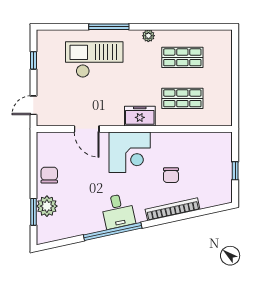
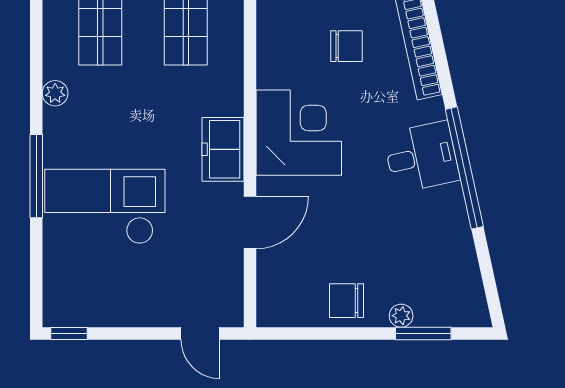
window: (33, 60) -> (69, 333), moved
checkout: (94, 60) -> (105, 207), turned 90
freezer: (140, 116) -> (223, 149), moved
plant: (47, 206) -> (401, 316), width x0.53, depth x0.53

